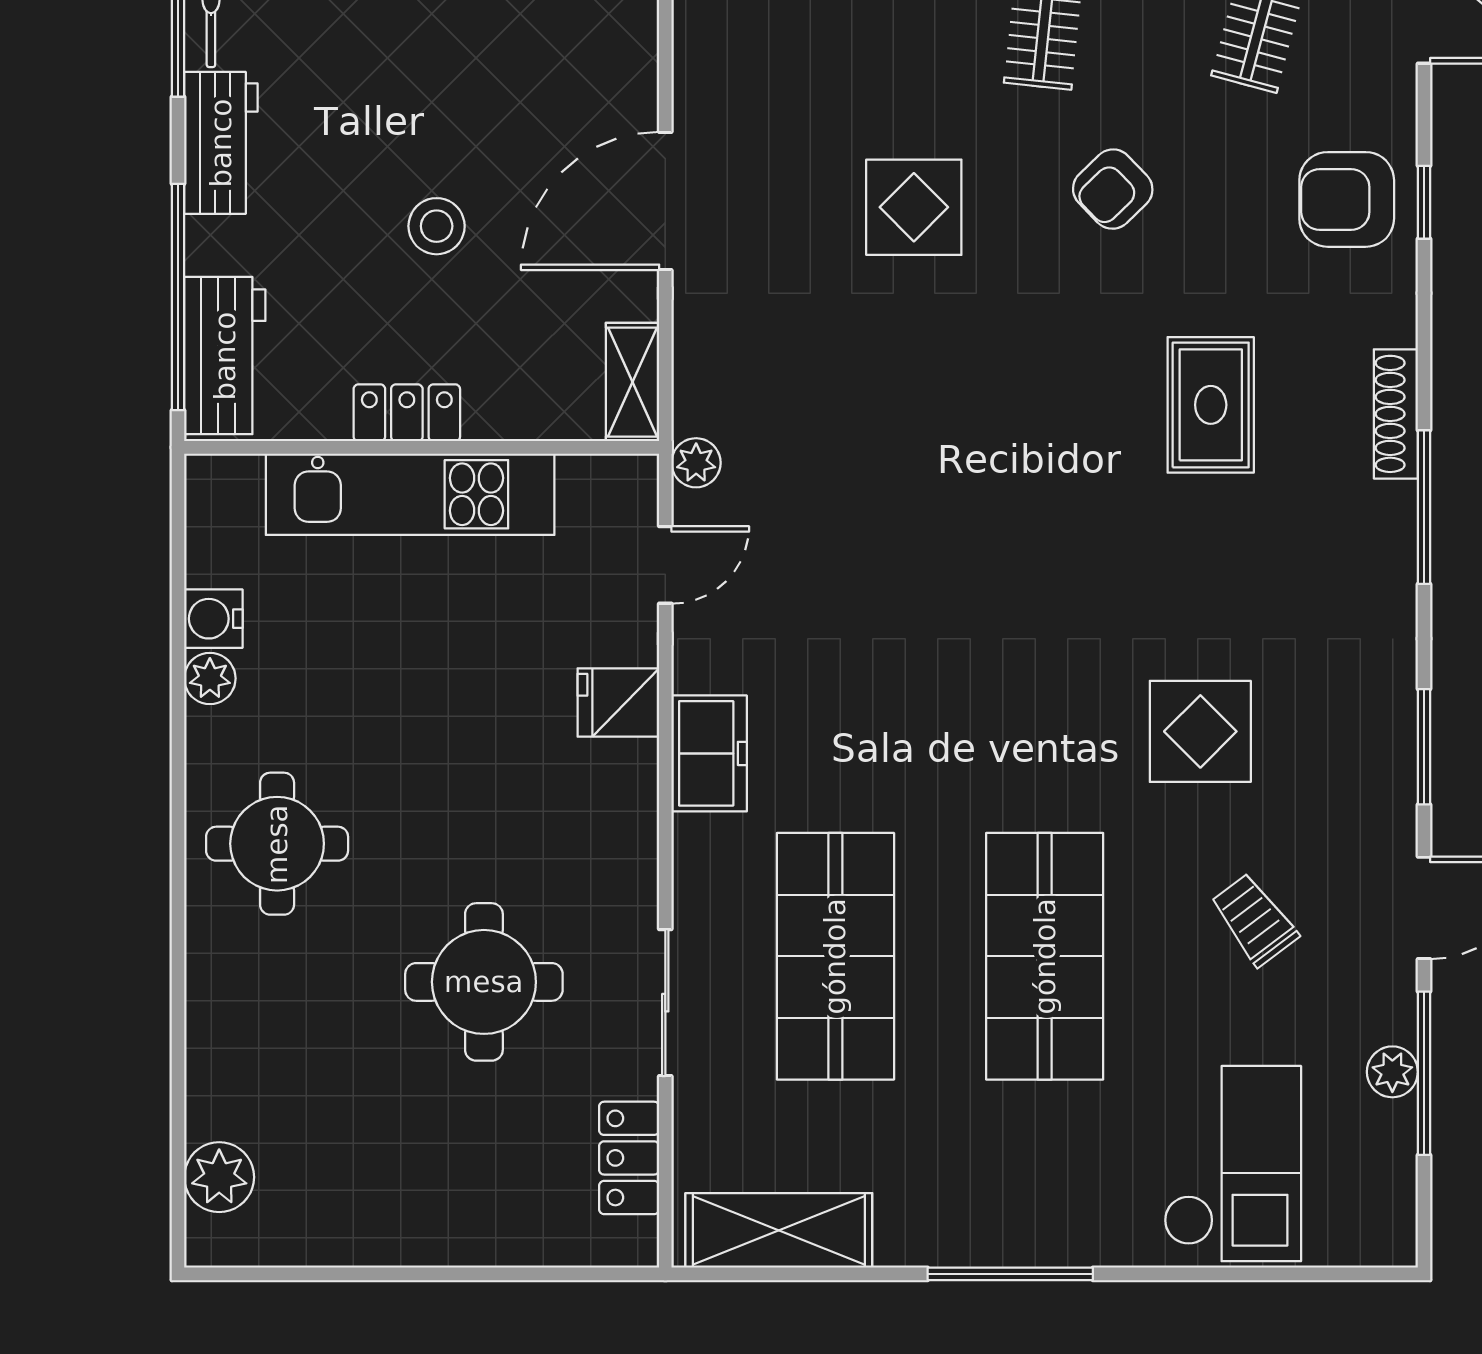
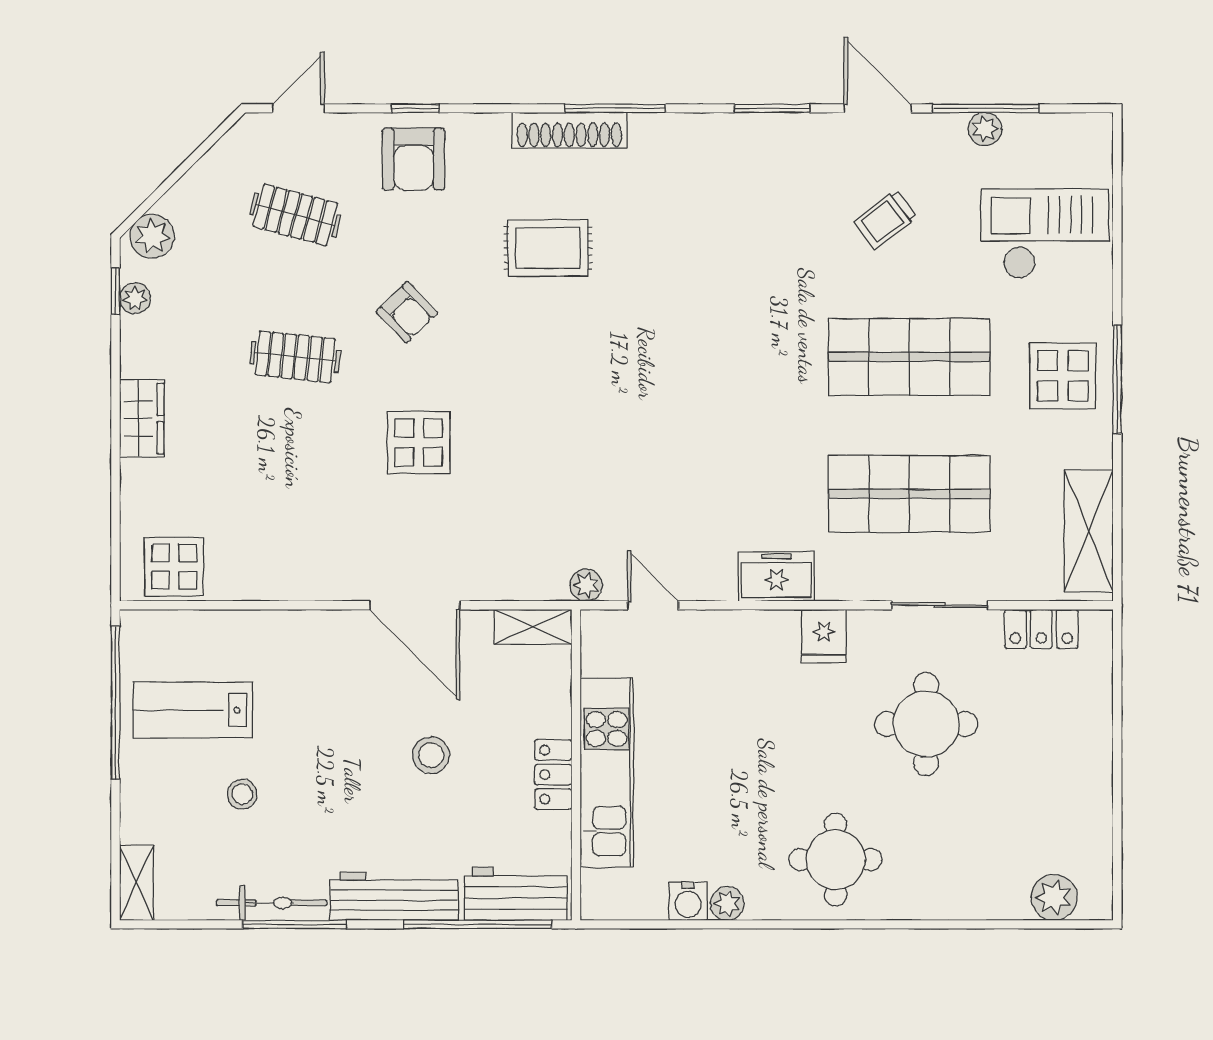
workbench: (221, 143) -> (394, 896), width x1.38
shoe rack: (1396, 414) -> (569, 130), width x1.36, depth x1.24
fridge: (618, 702) -> (824, 636), moved
display table: (1200, 731) -> (1063, 376), moved

